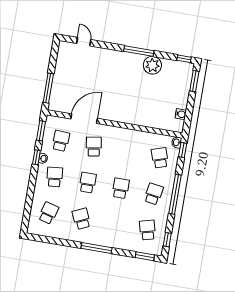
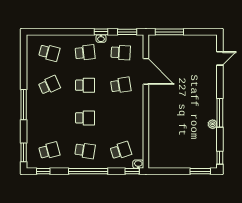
plant: (152, 65) -> (213, 124), width x0.53, depth x0.53
water cooler: (181, 114) -> (166, 164), removed

